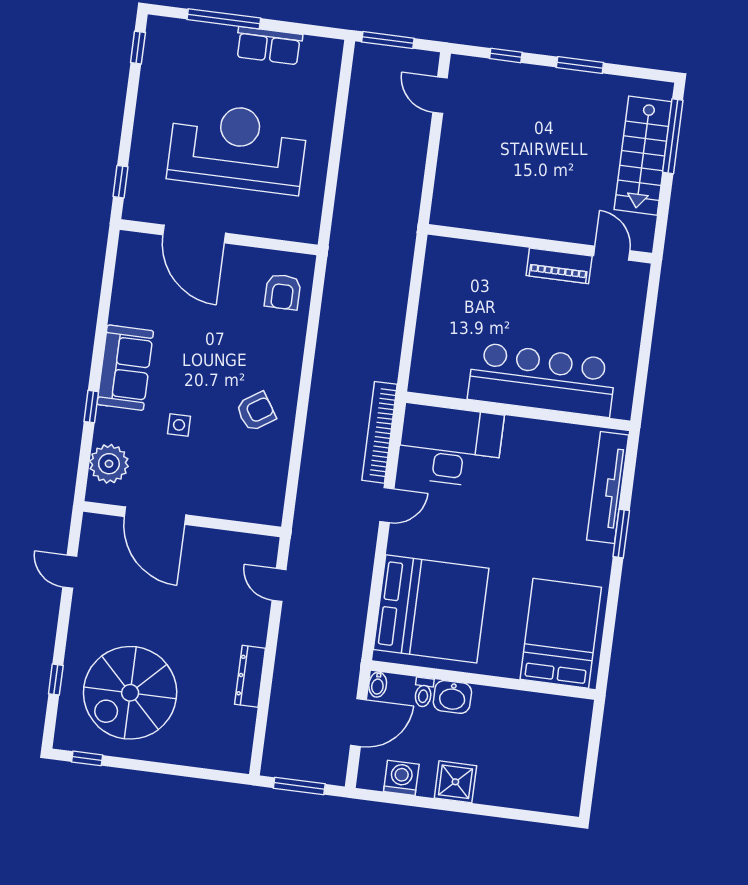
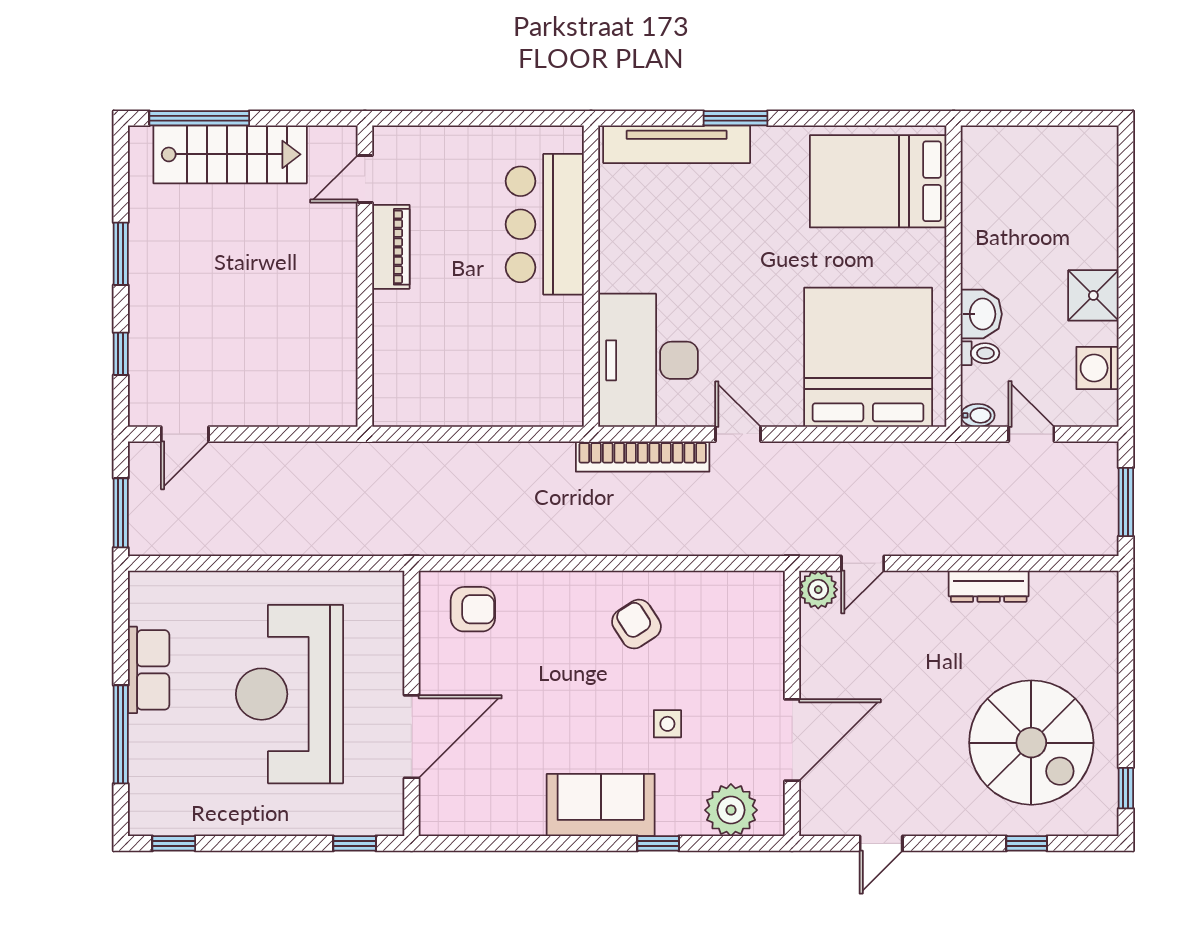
bar counter: (542, 380) -> (545, 224), width x0.73
plant: (264, 550) -> (818, 590), added
door: (359, 723) -> (1031, 434), width x0.73

